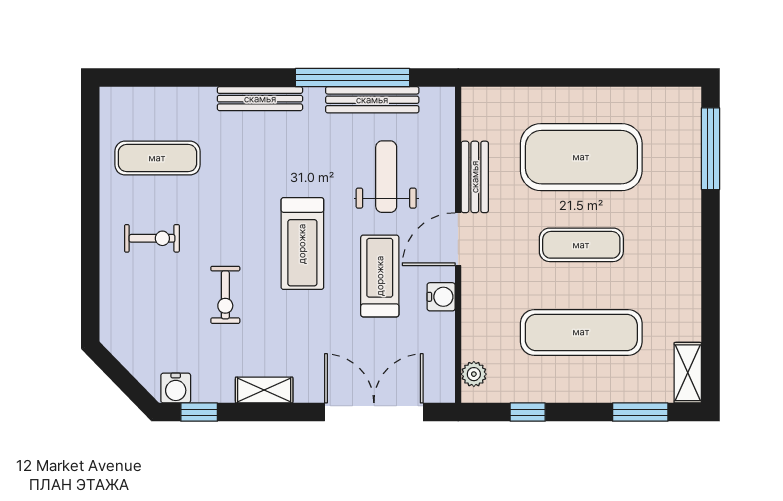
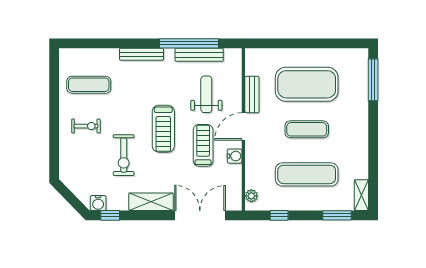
exercise bike: (225, 295) -> (124, 155), width x1.38, depth x1.39
shelving: (264, 390) -> (151, 202), width x1.50, depth x1.33

